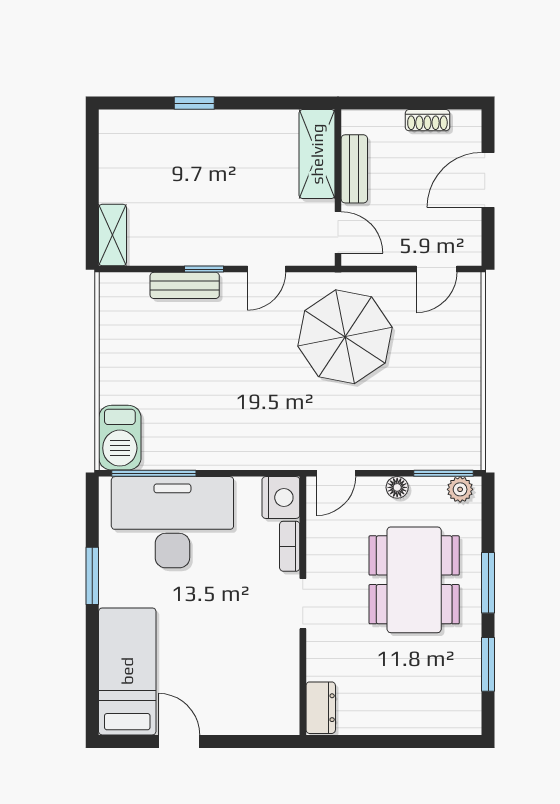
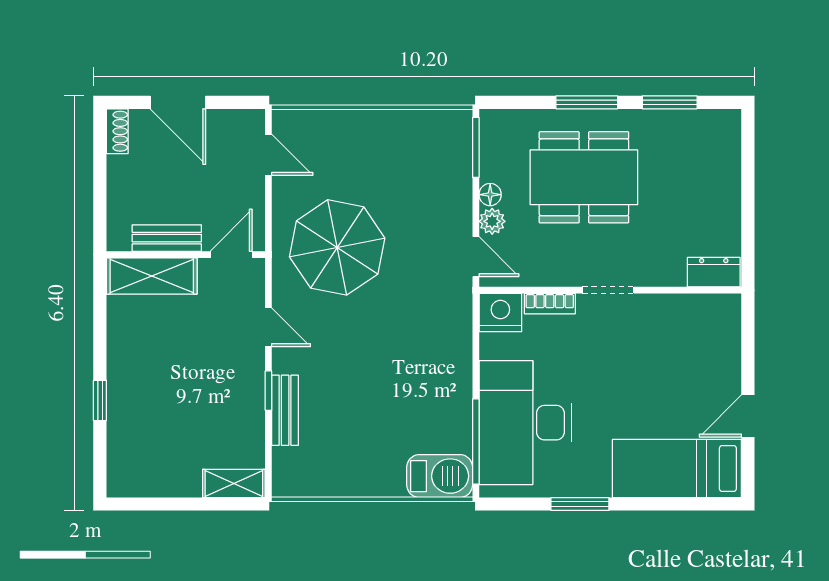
shoe rack: (427, 120) -> (117, 131), moved
plant: (460, 489) -> (492, 221), moved

